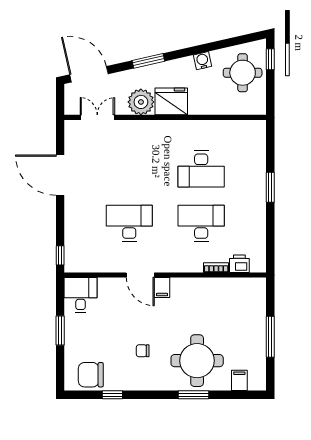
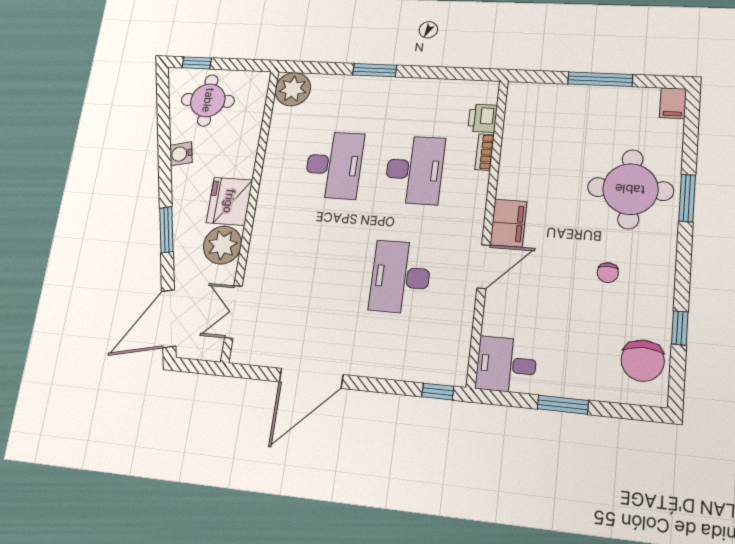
plant: (254, 132) -> (293, 89), added
desk: (201, 223) -> (414, 170), turned 180
filing cabinet: (162, 288) -> (508, 223), width x2.00
filing cabinet: (239, 380) -> (673, 103), moved, turned -90

